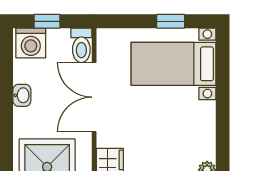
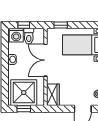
window: (171, 21) -> (61, 25), moved
toilet: (81, 45) -> (29, 36), moved

